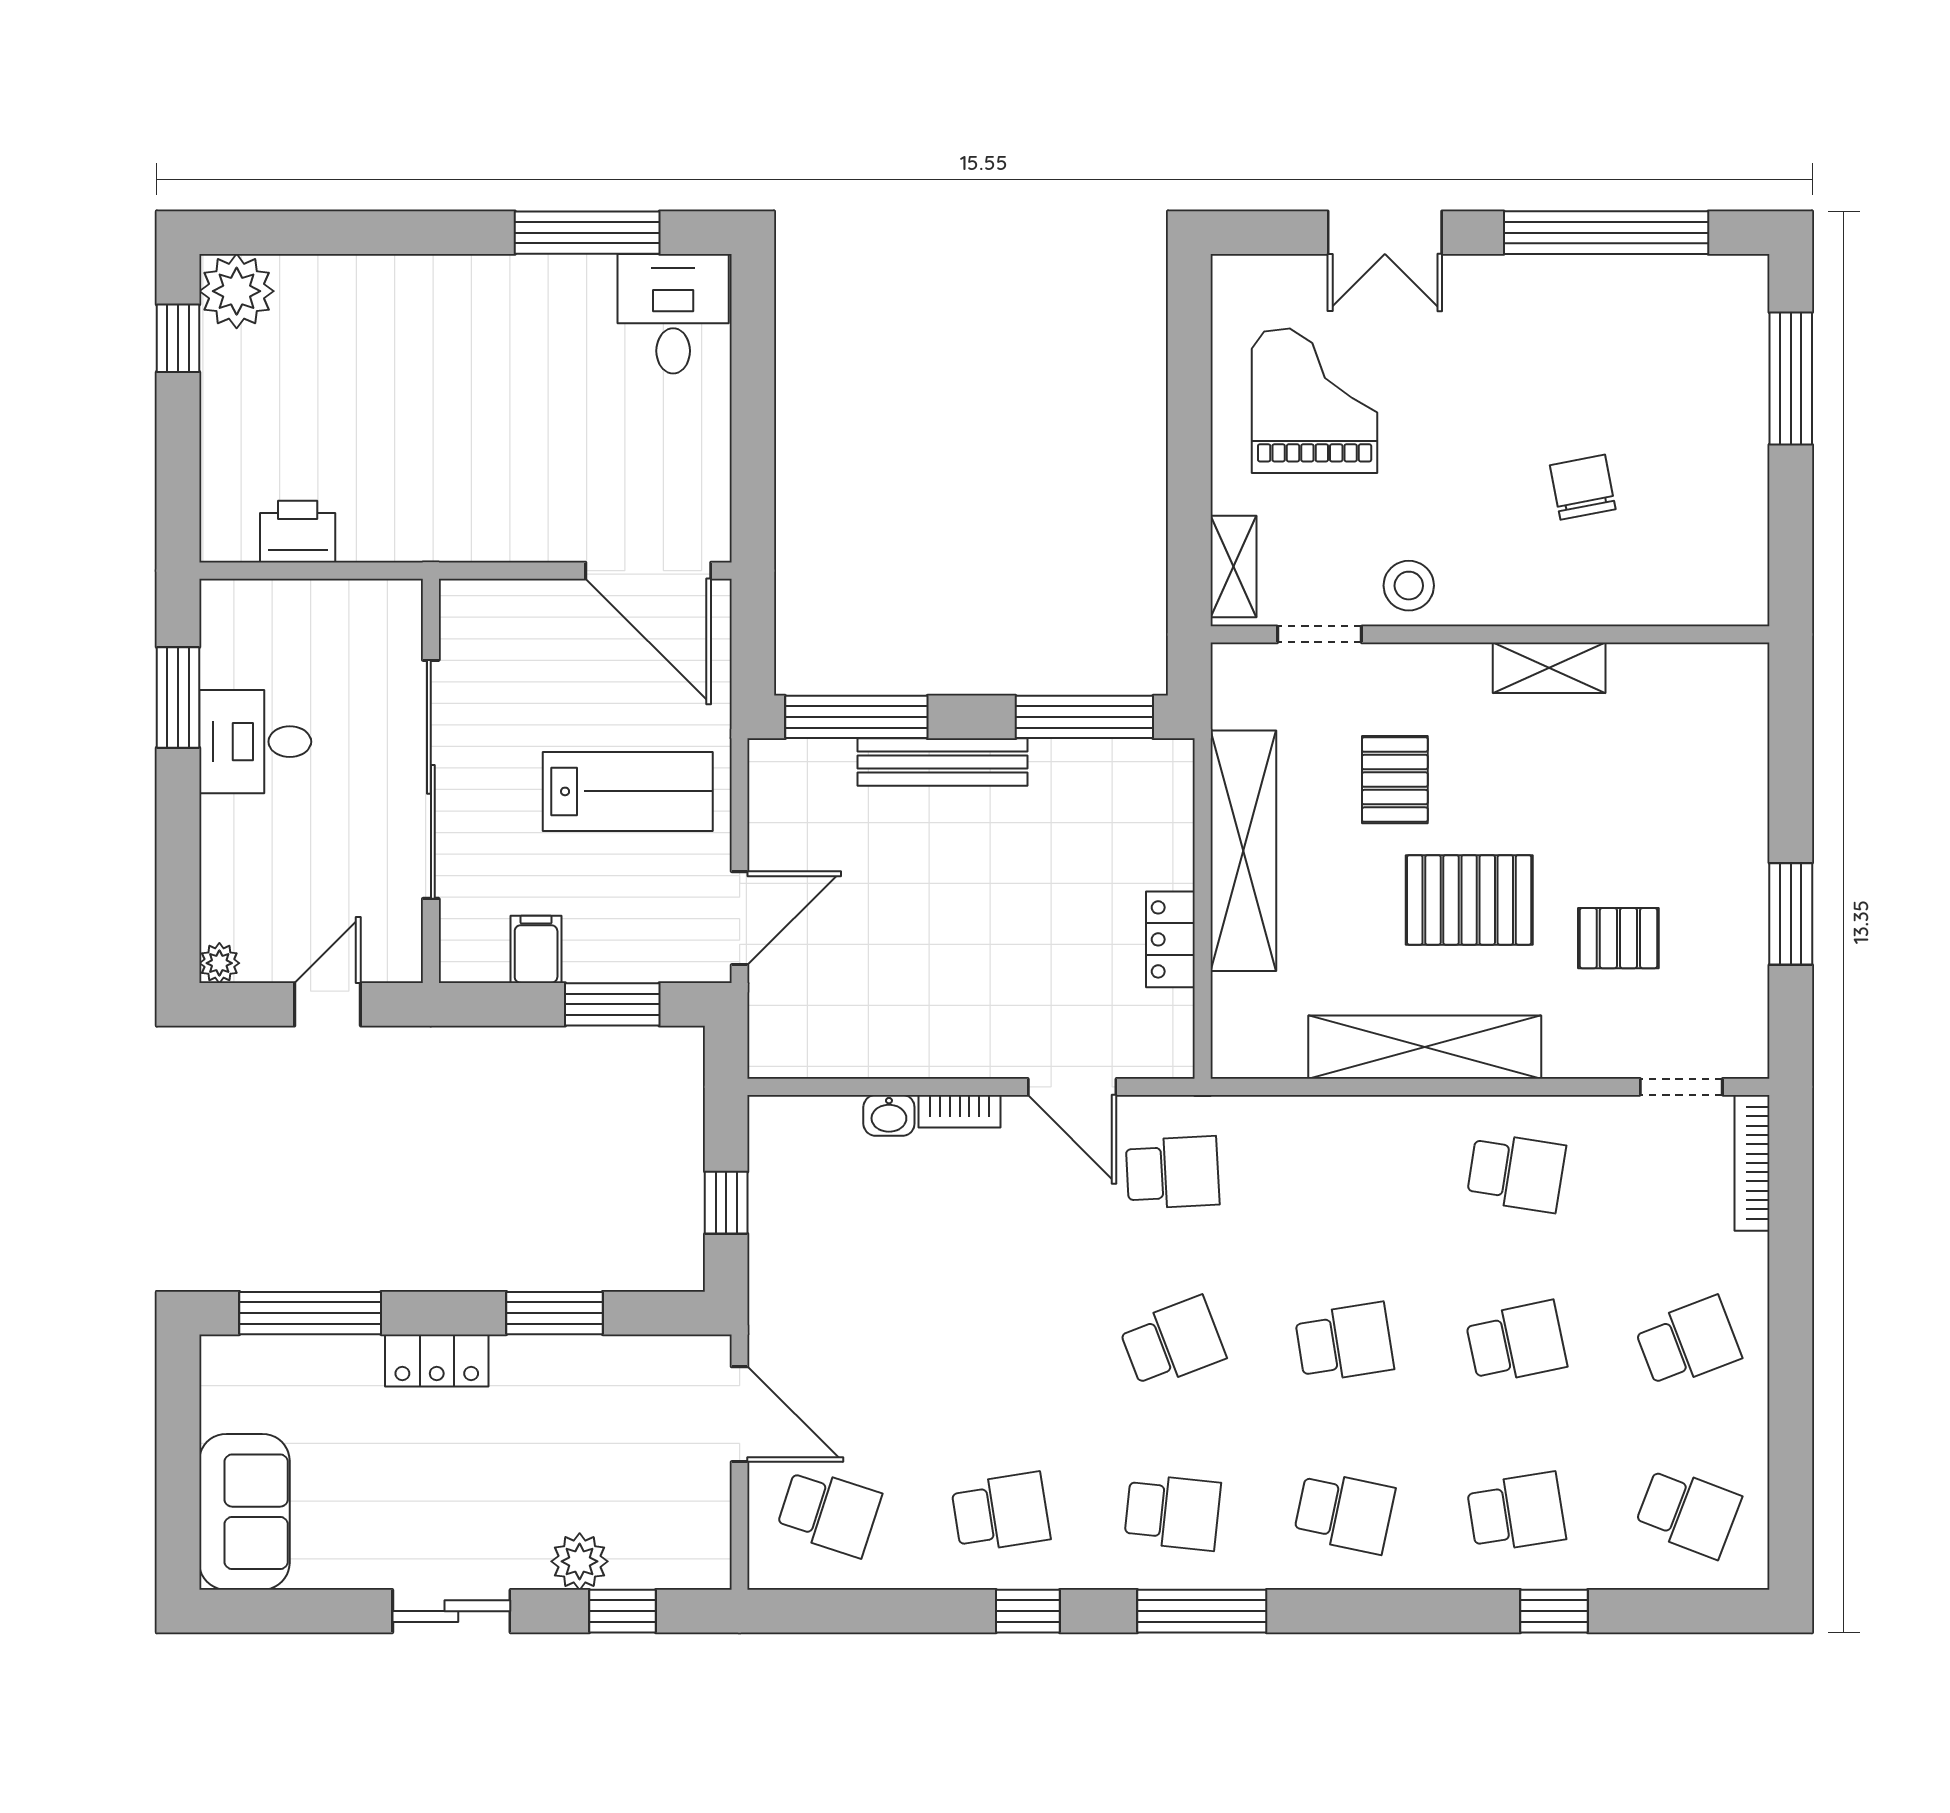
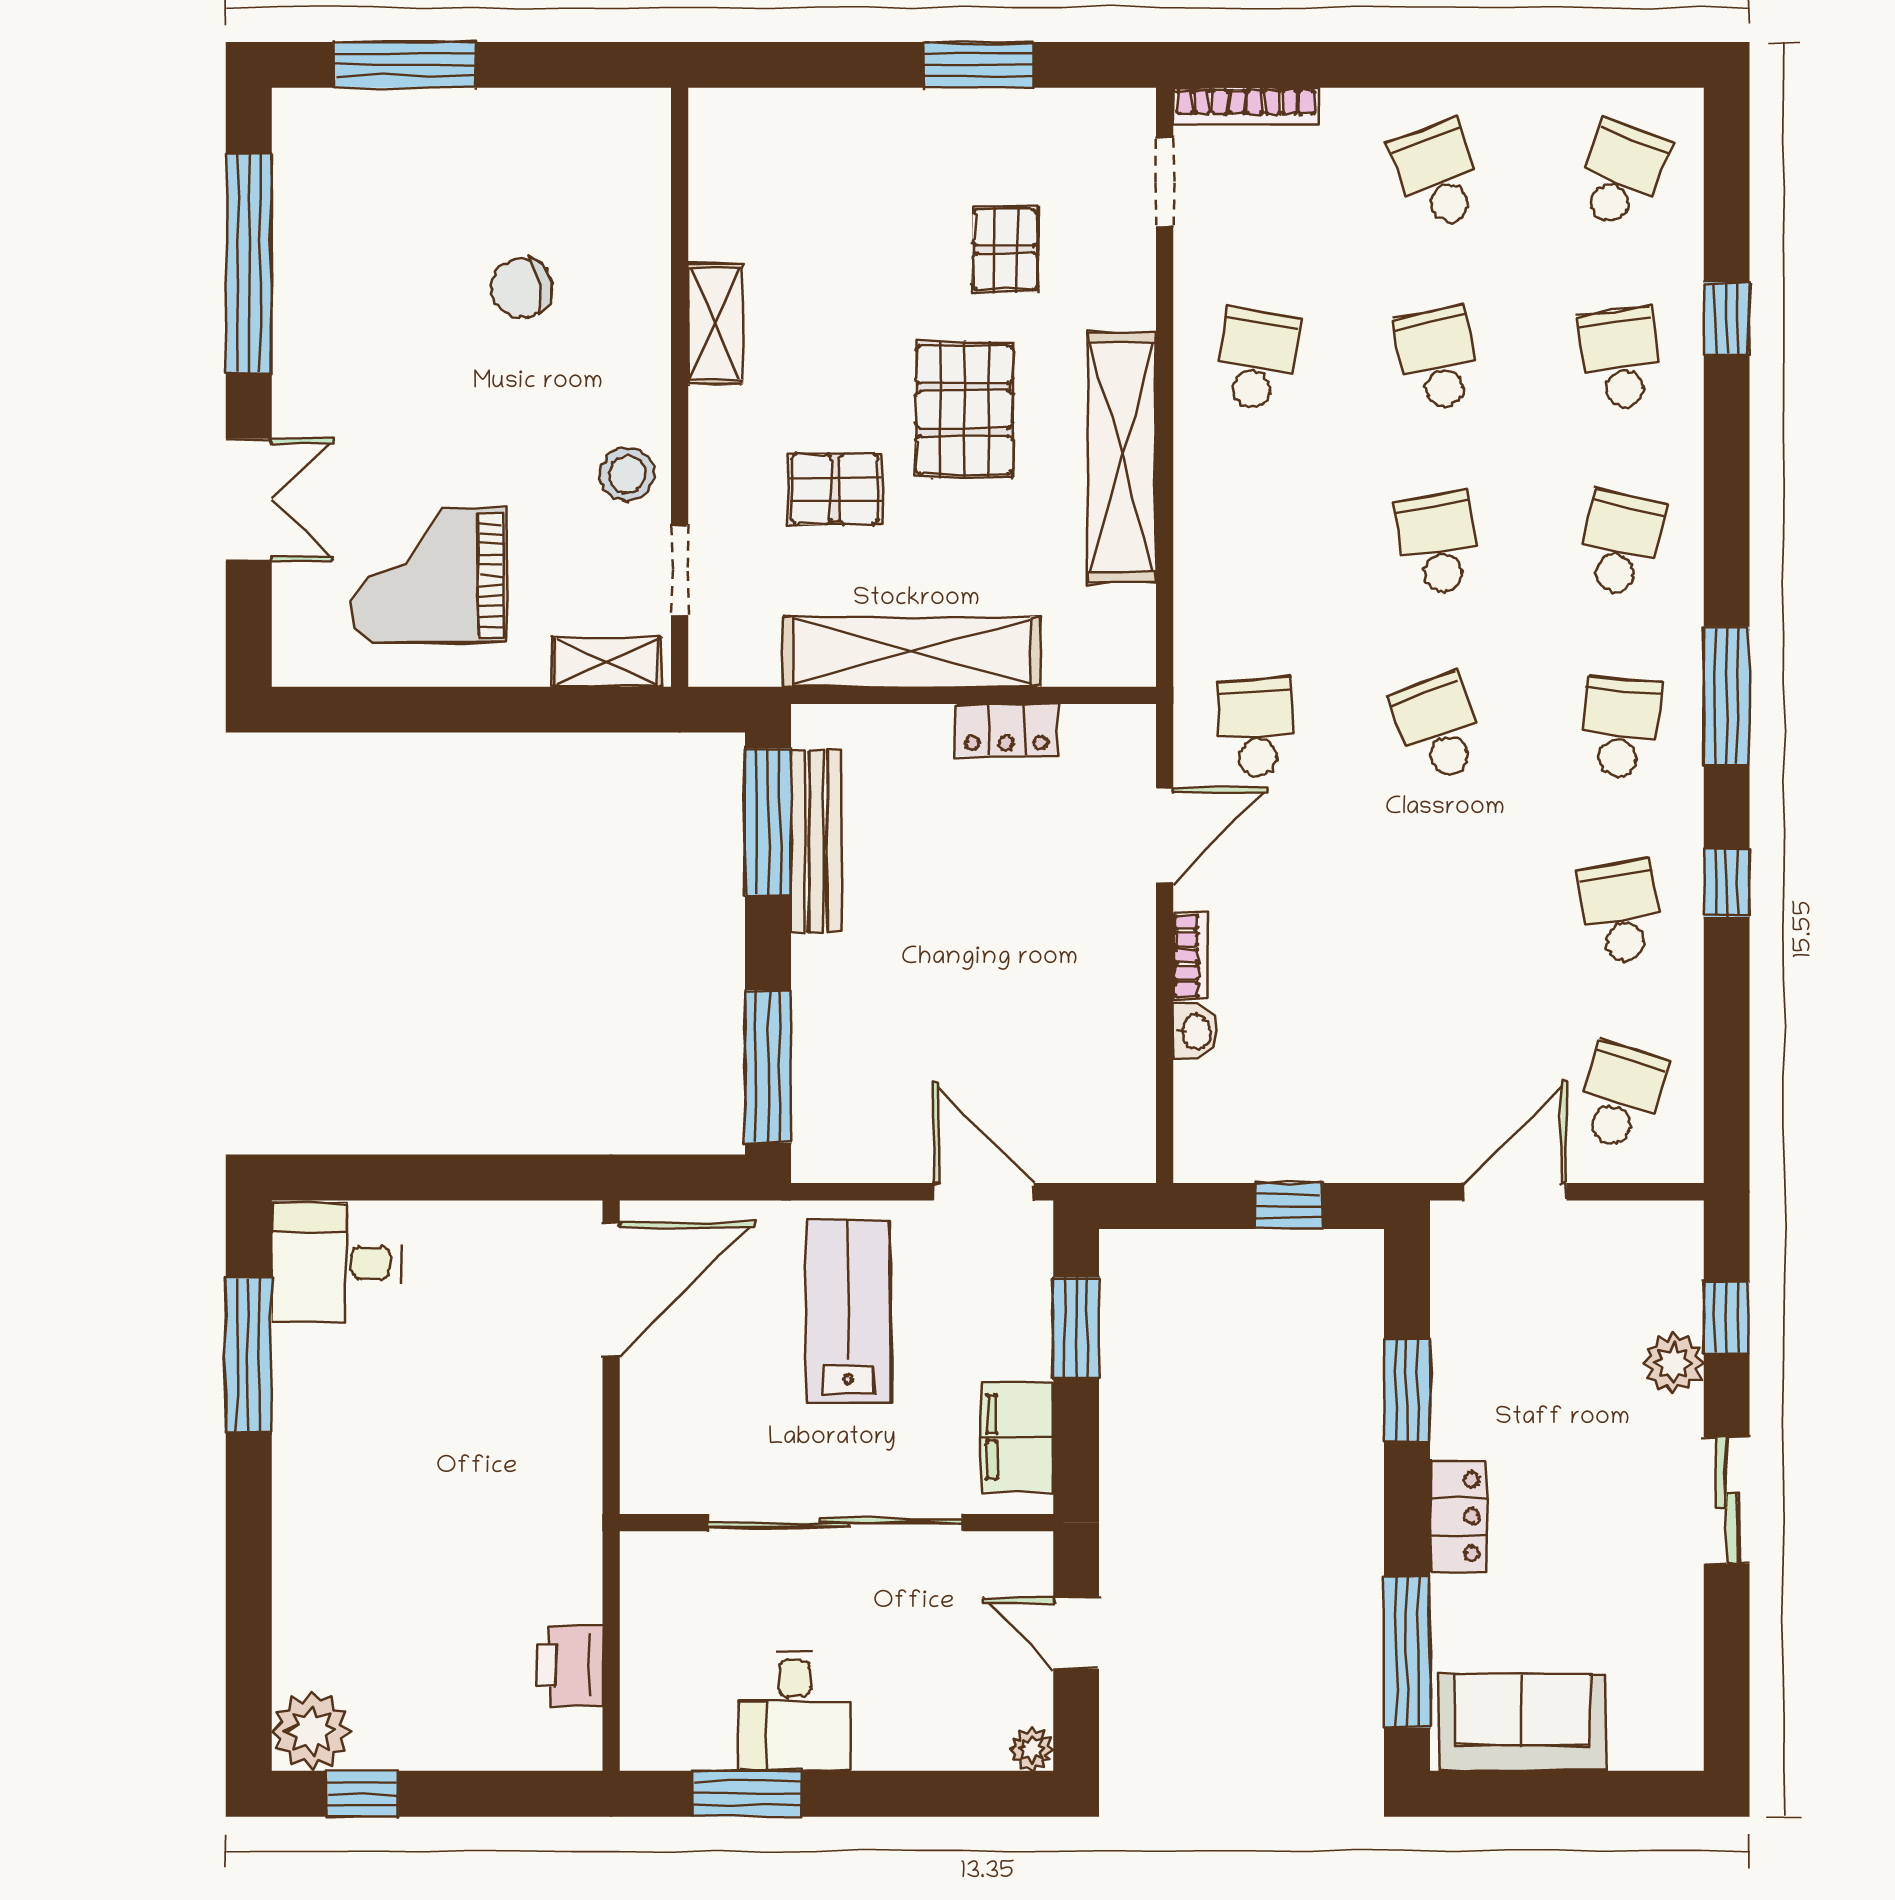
bench: (942, 762) -> (816, 841), moved
filing cabinet: (536, 949) -> (1017, 1437), width x2.00
sofa: (244, 1512) -> (1522, 1722), moved

